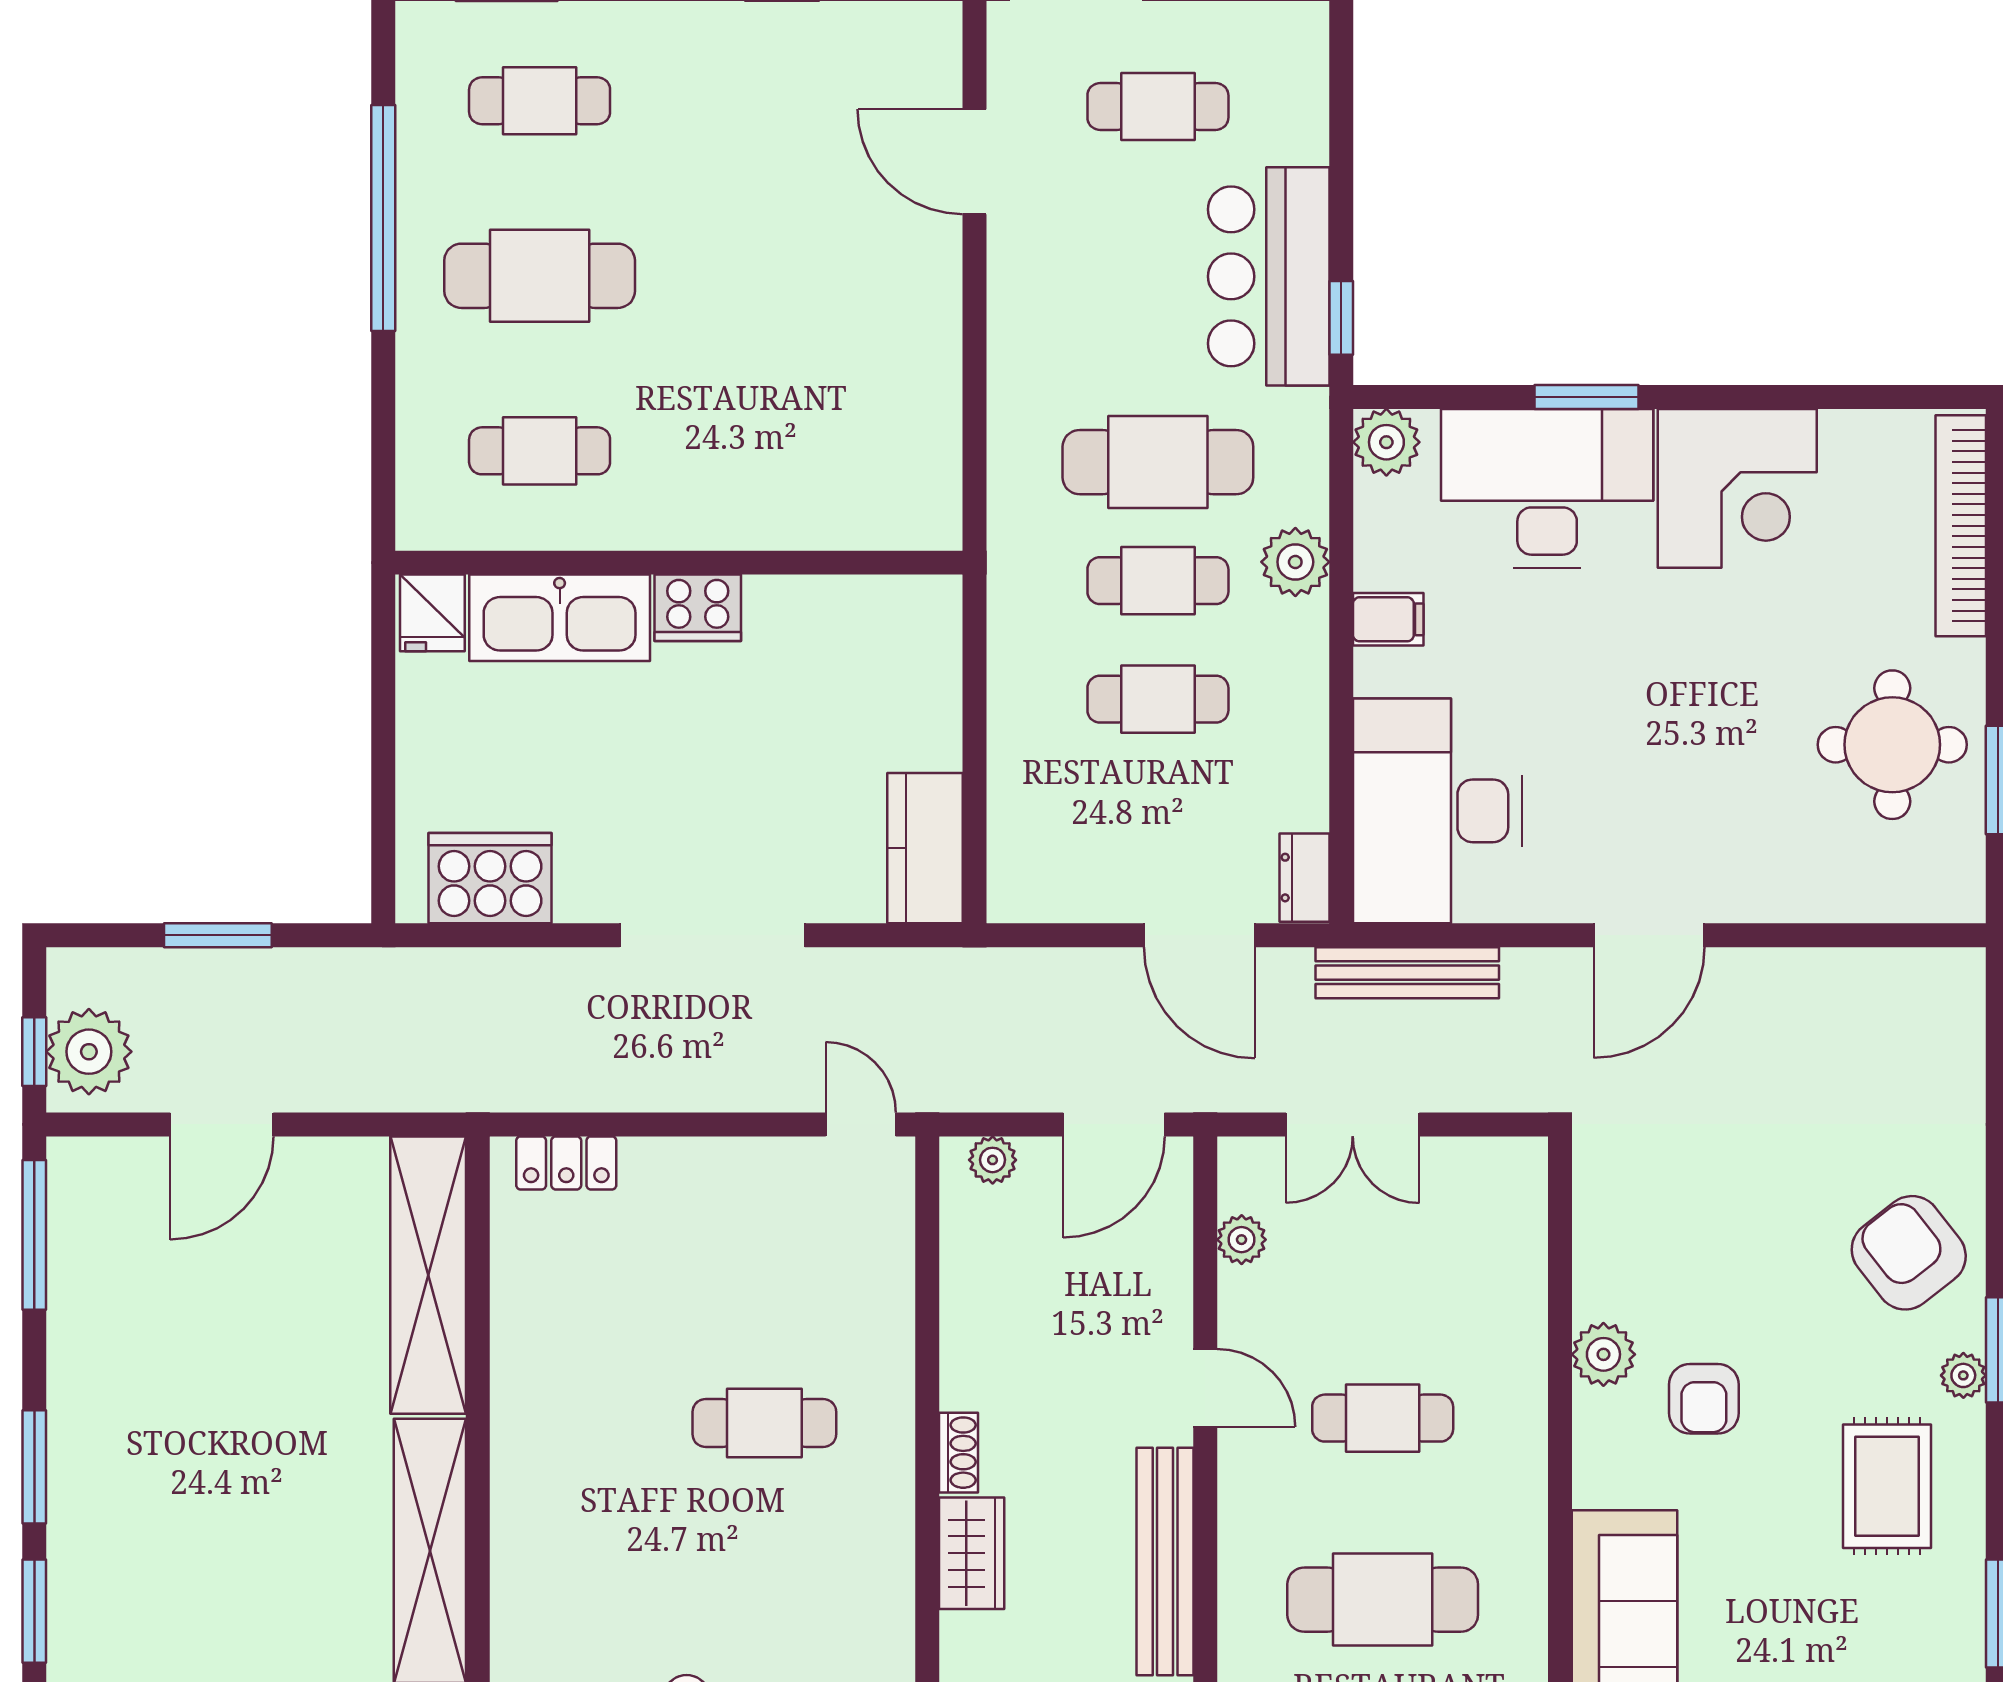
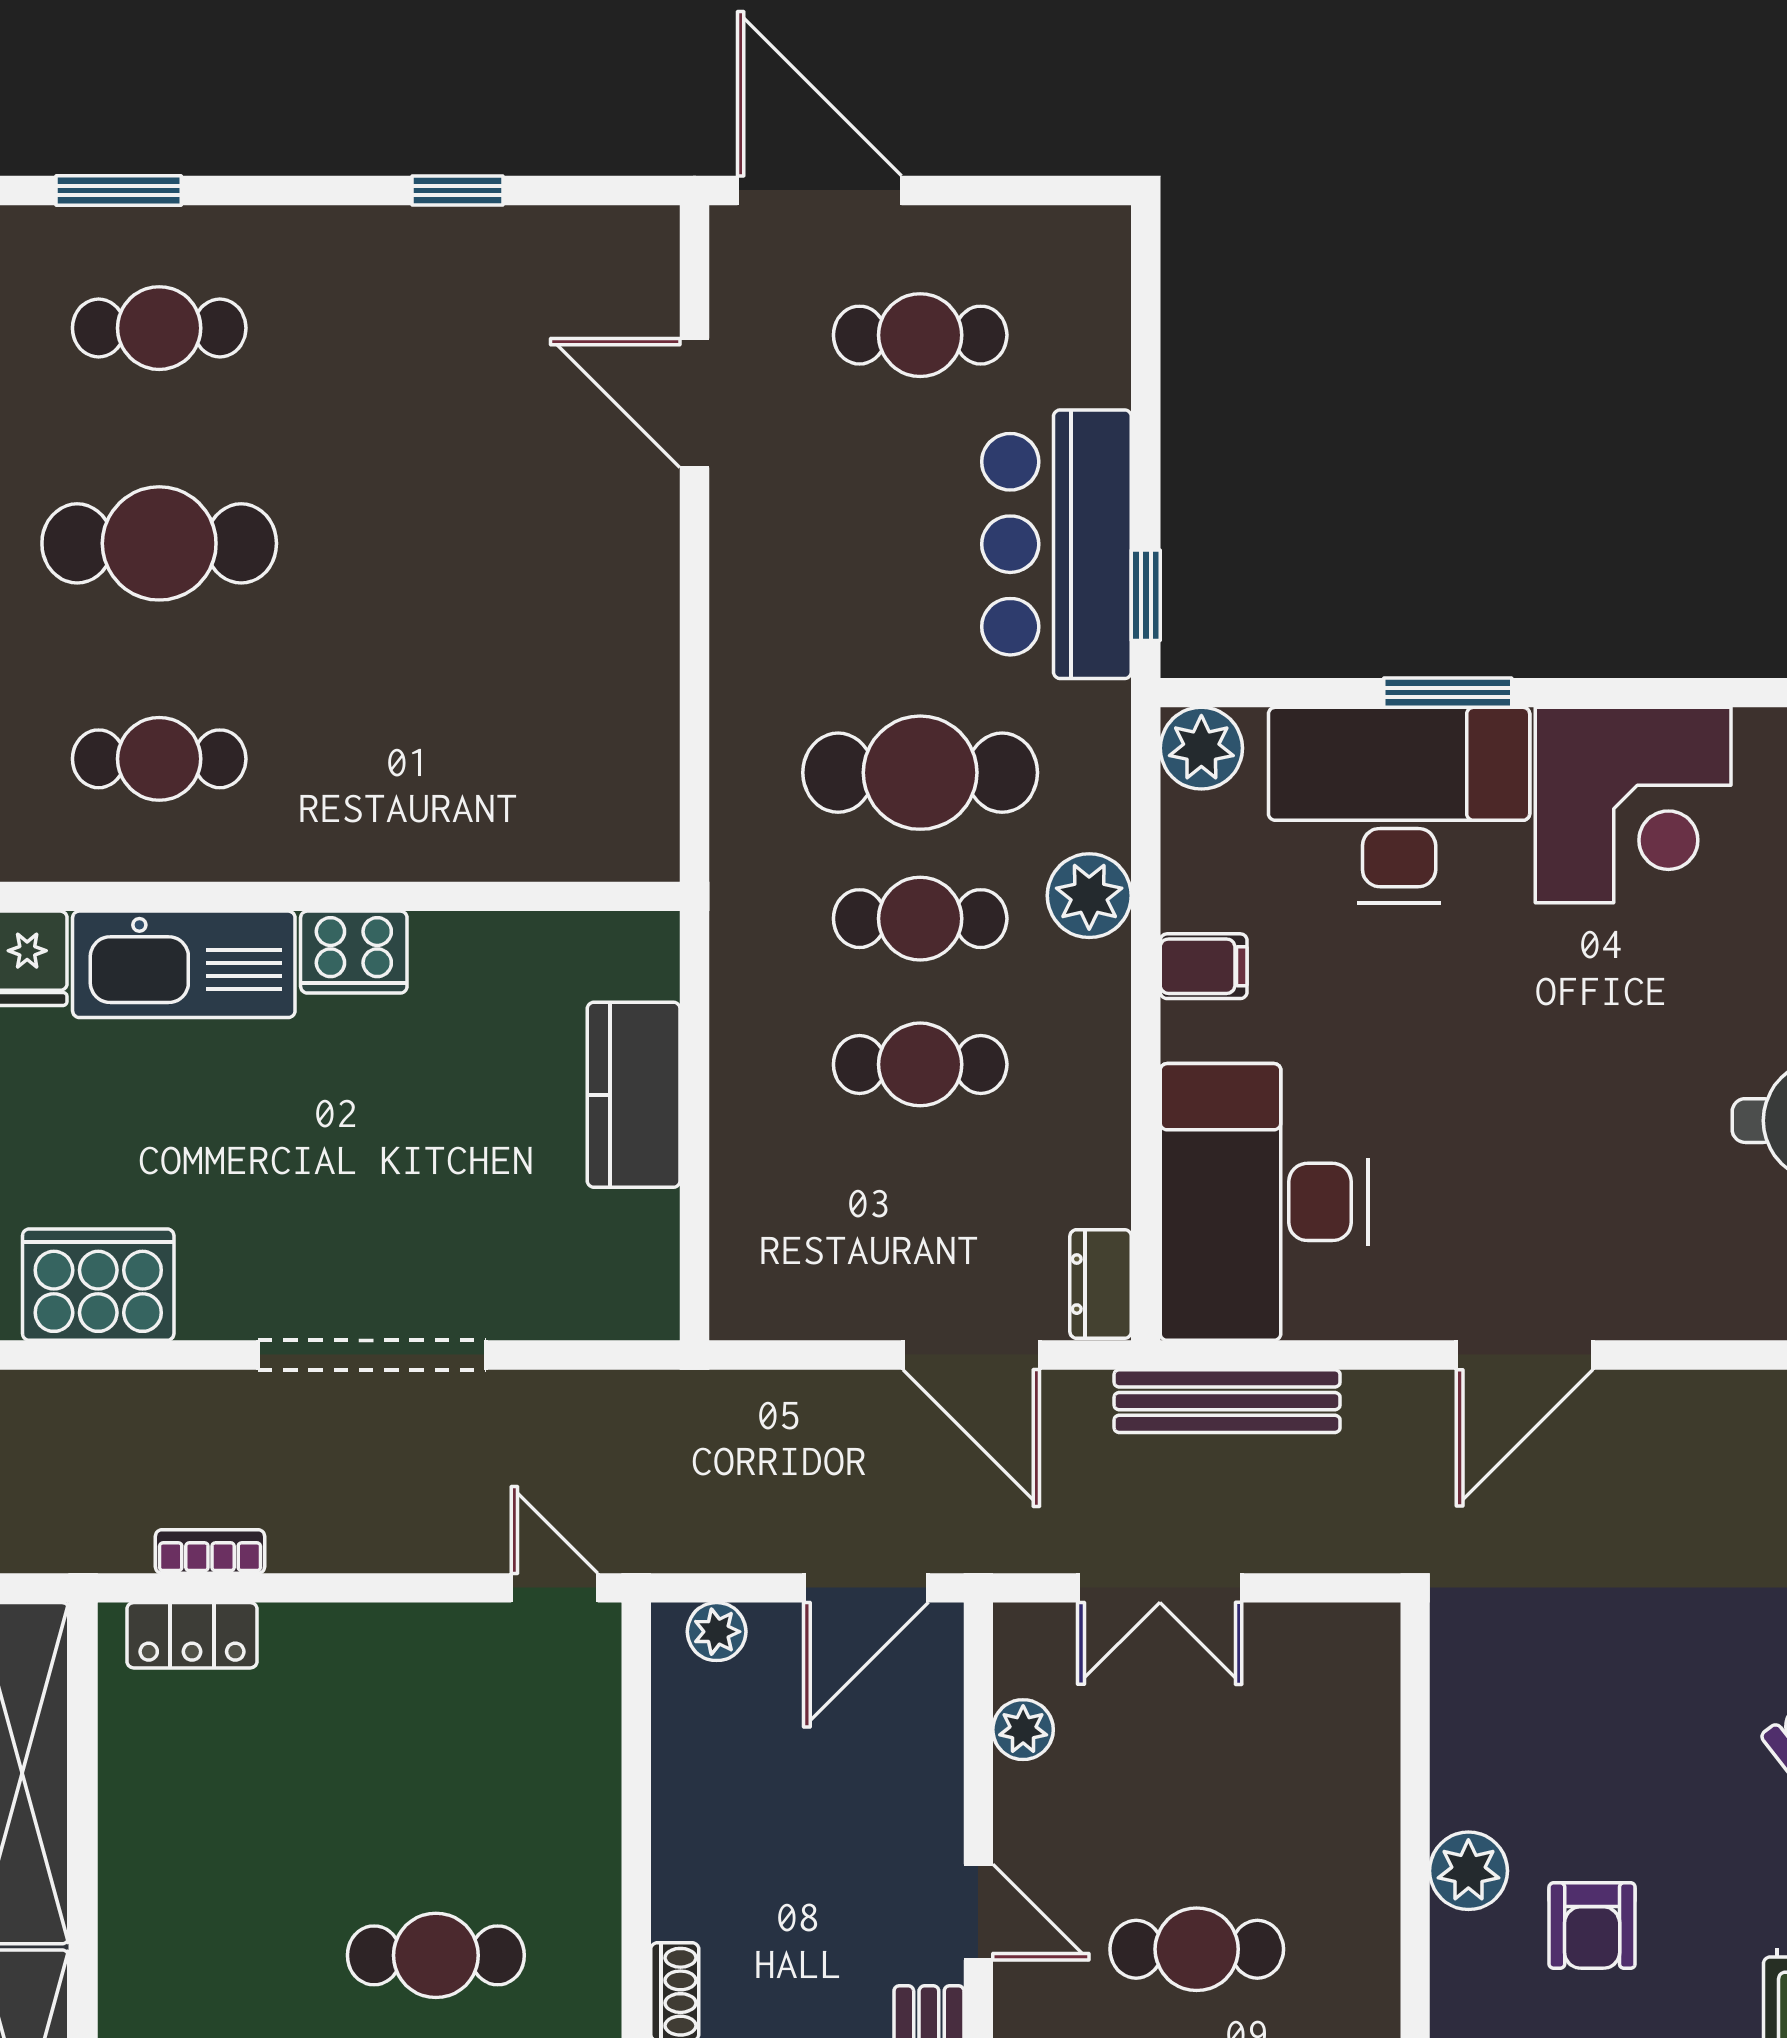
kitchen counter: (925, 848) -> (634, 1095), moved
bookcase: (581, 1095) -> (210, 1551), added

